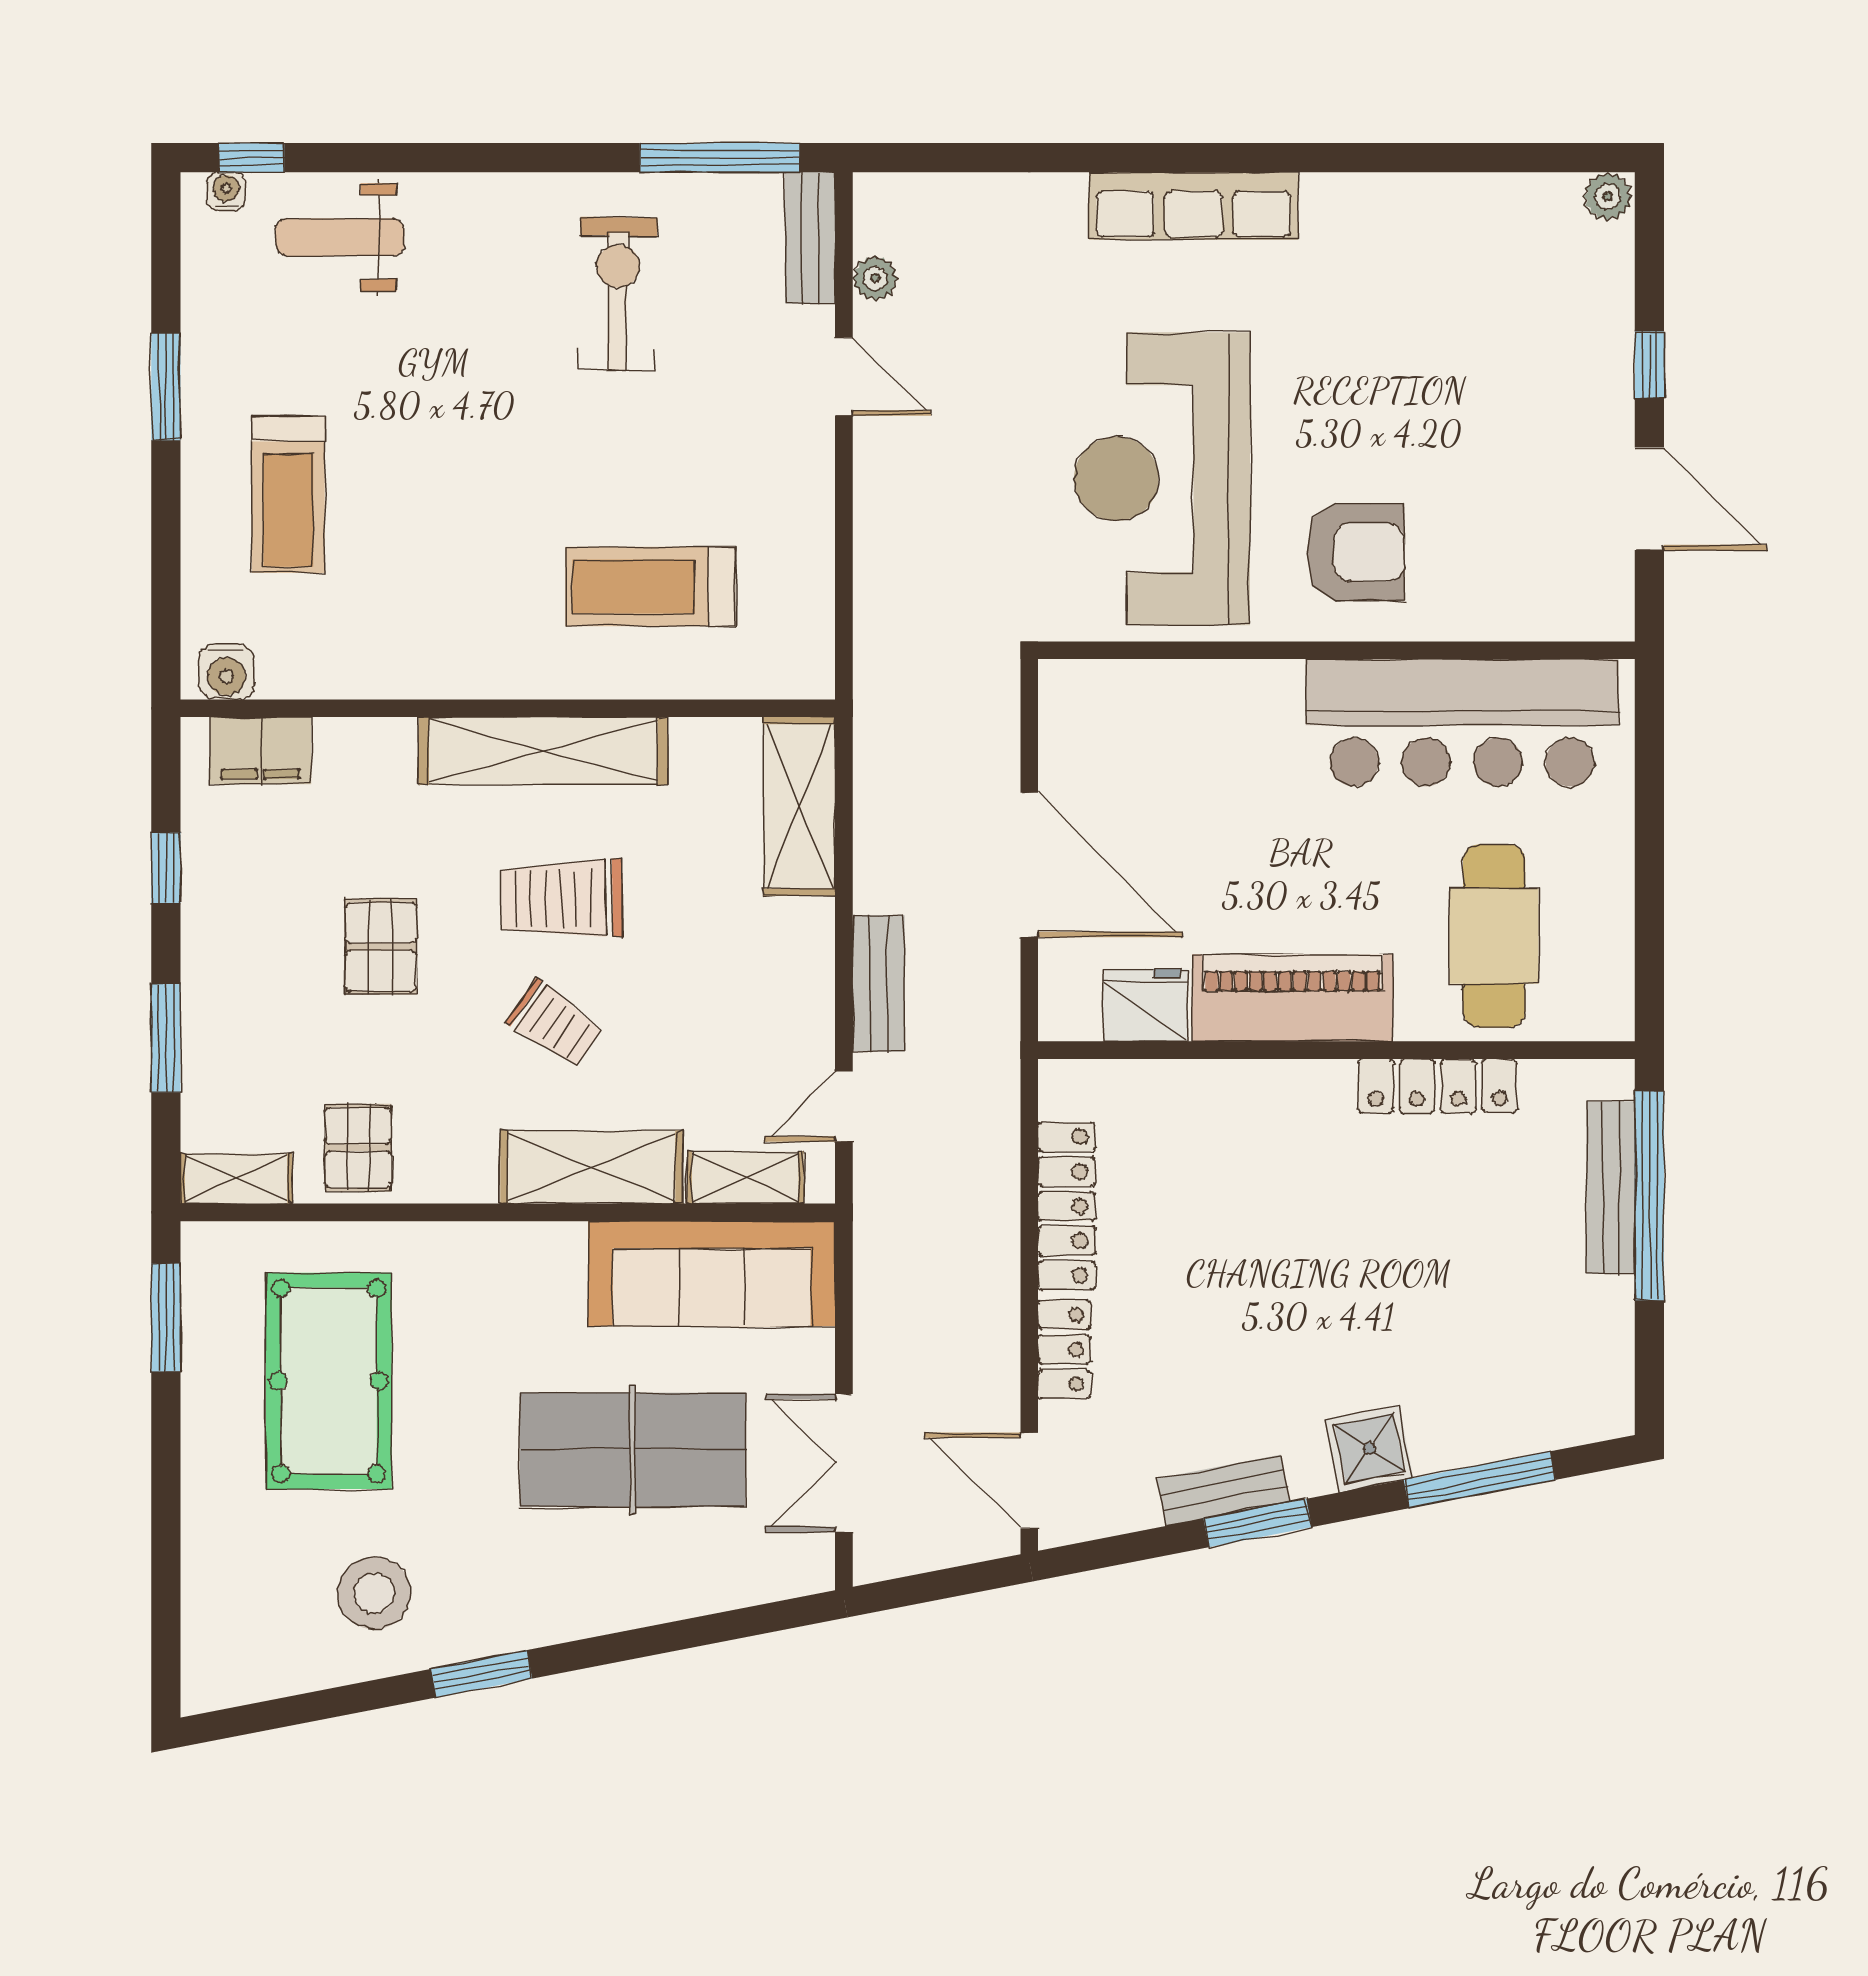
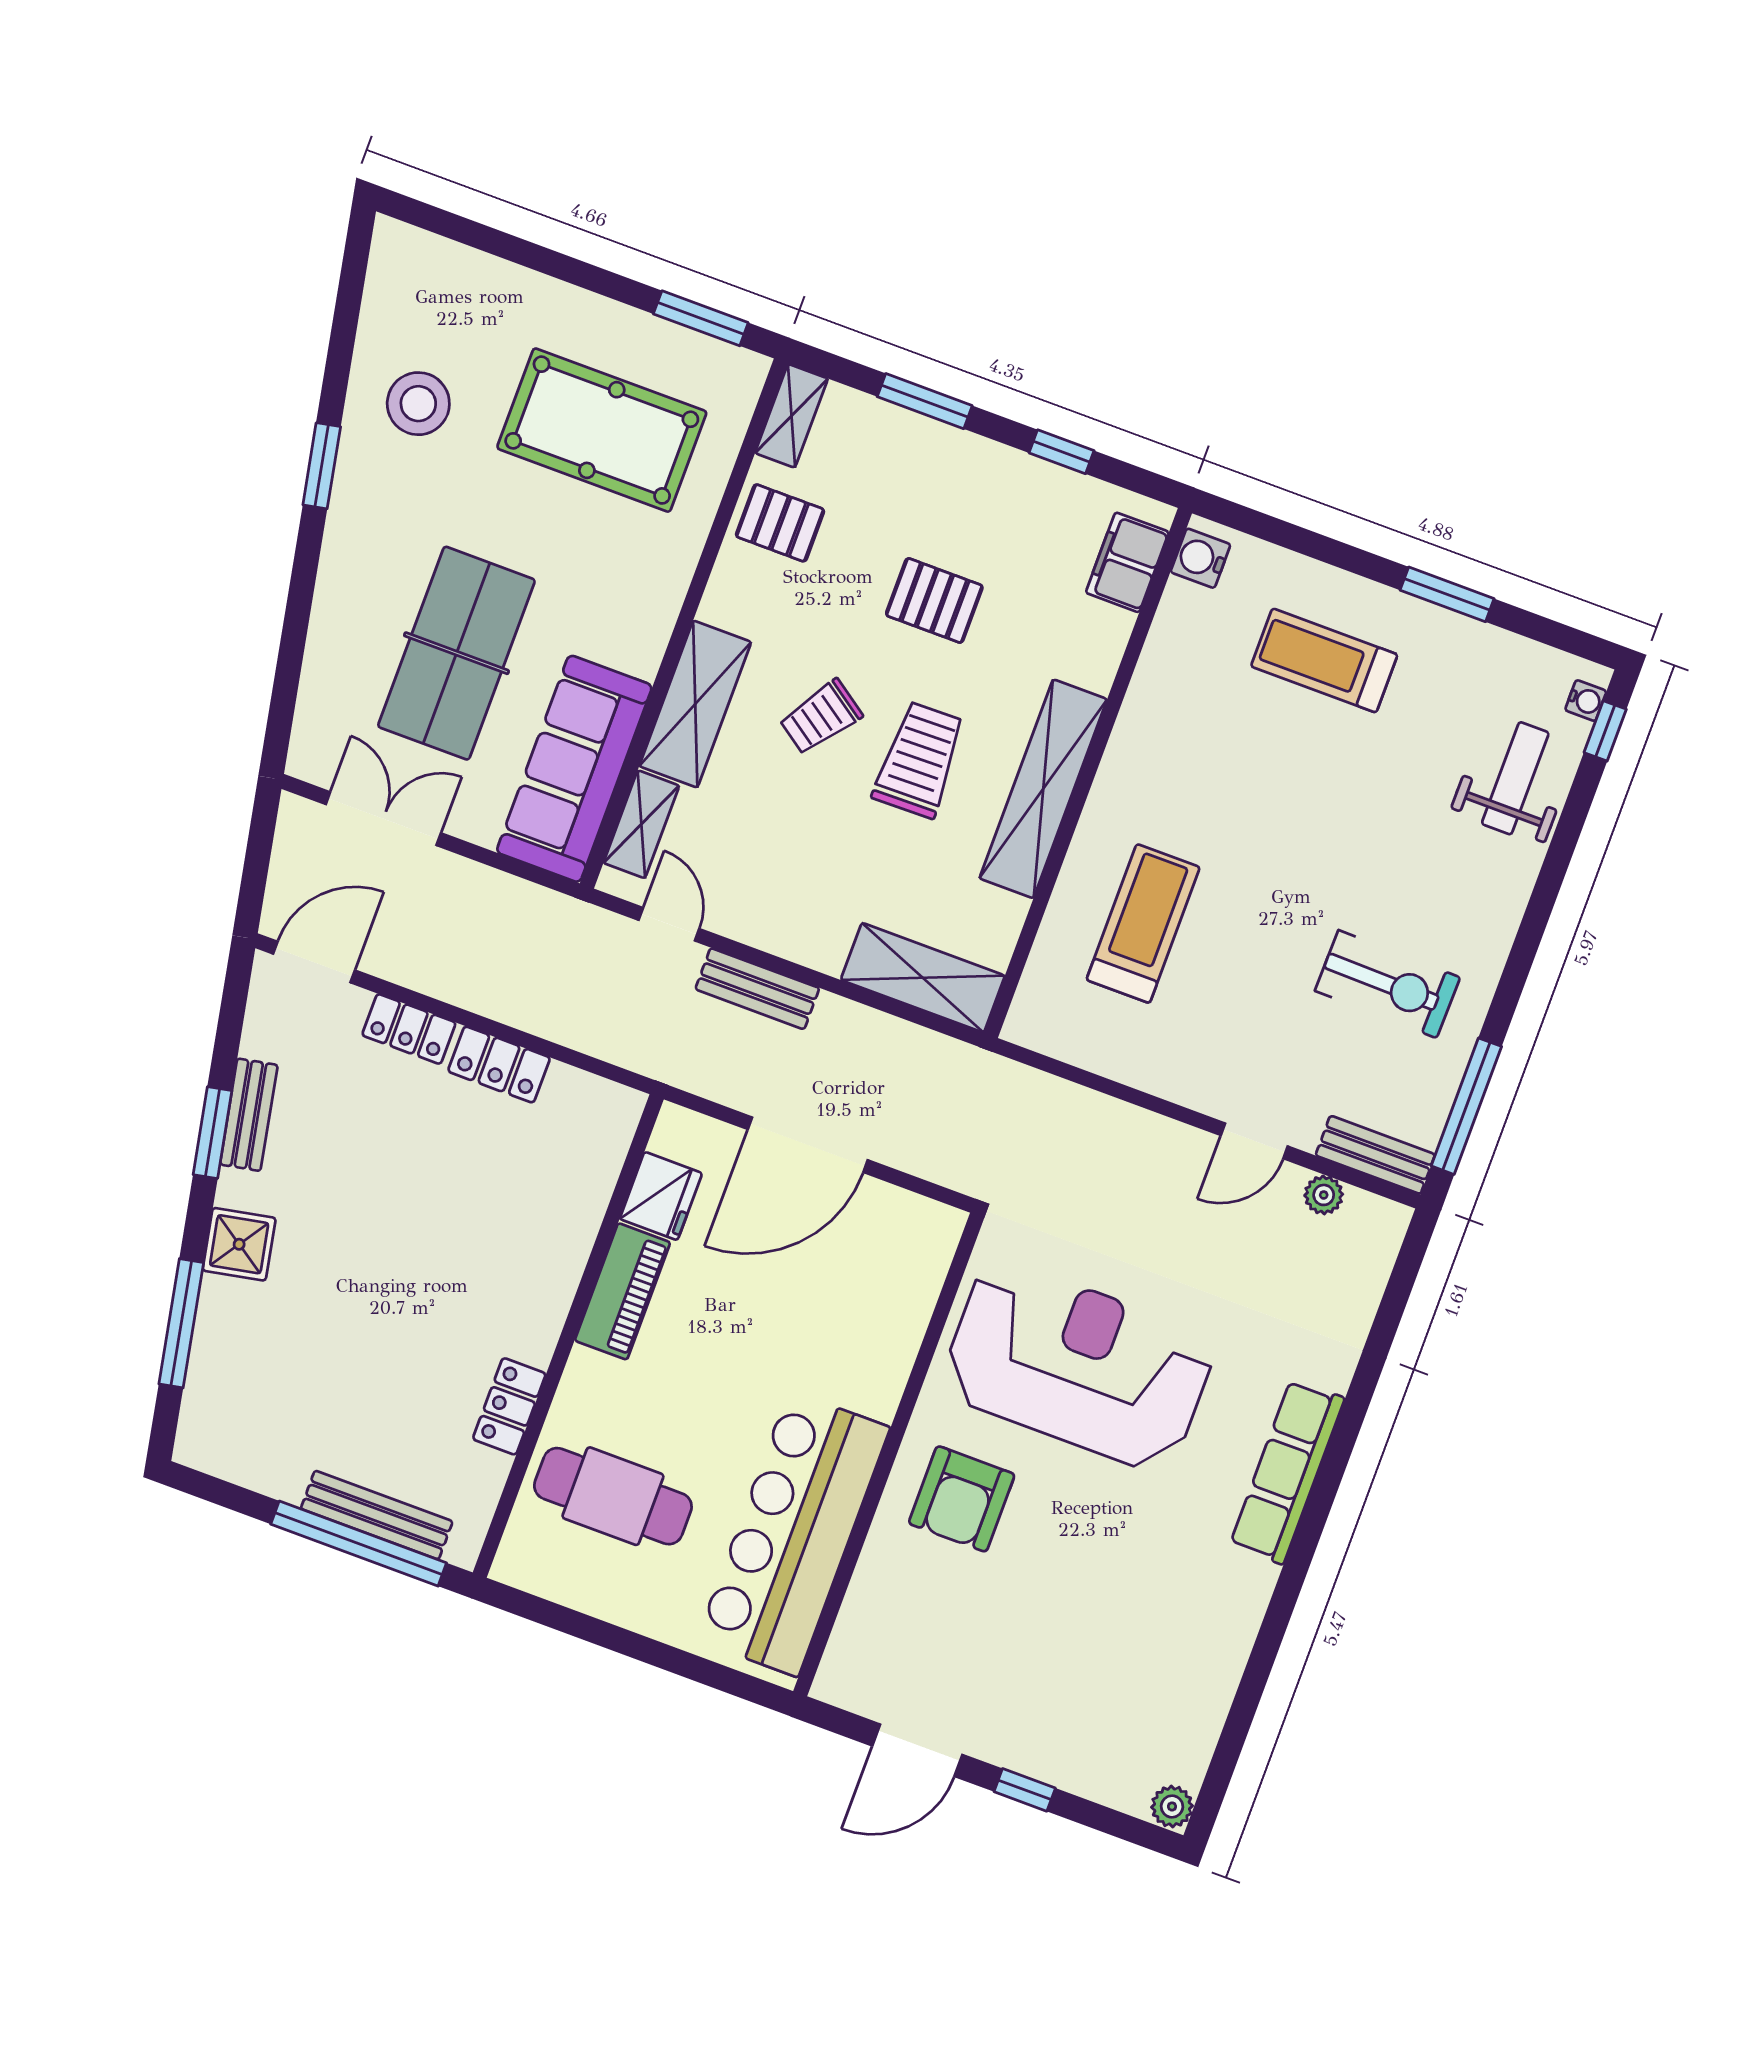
piano: (1292, 998) -> (622, 1291), width x0.73, depth x0.75
locker: (1438, 1086) -> (509, 1406), width x0.66
locker: (1067, 1206) -> (499, 1064), width x0.66

